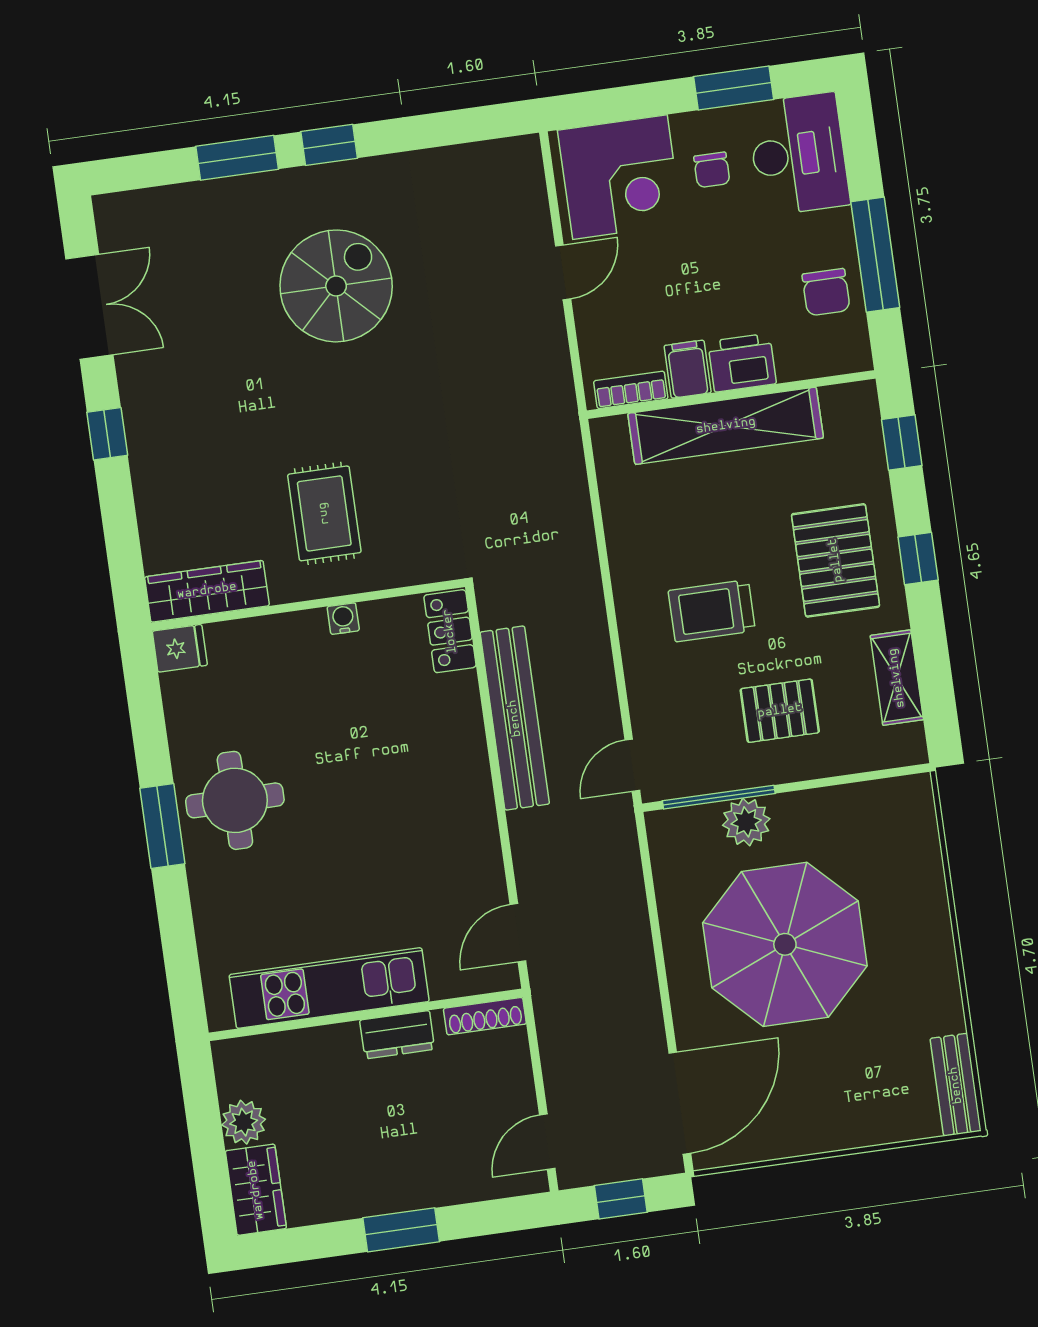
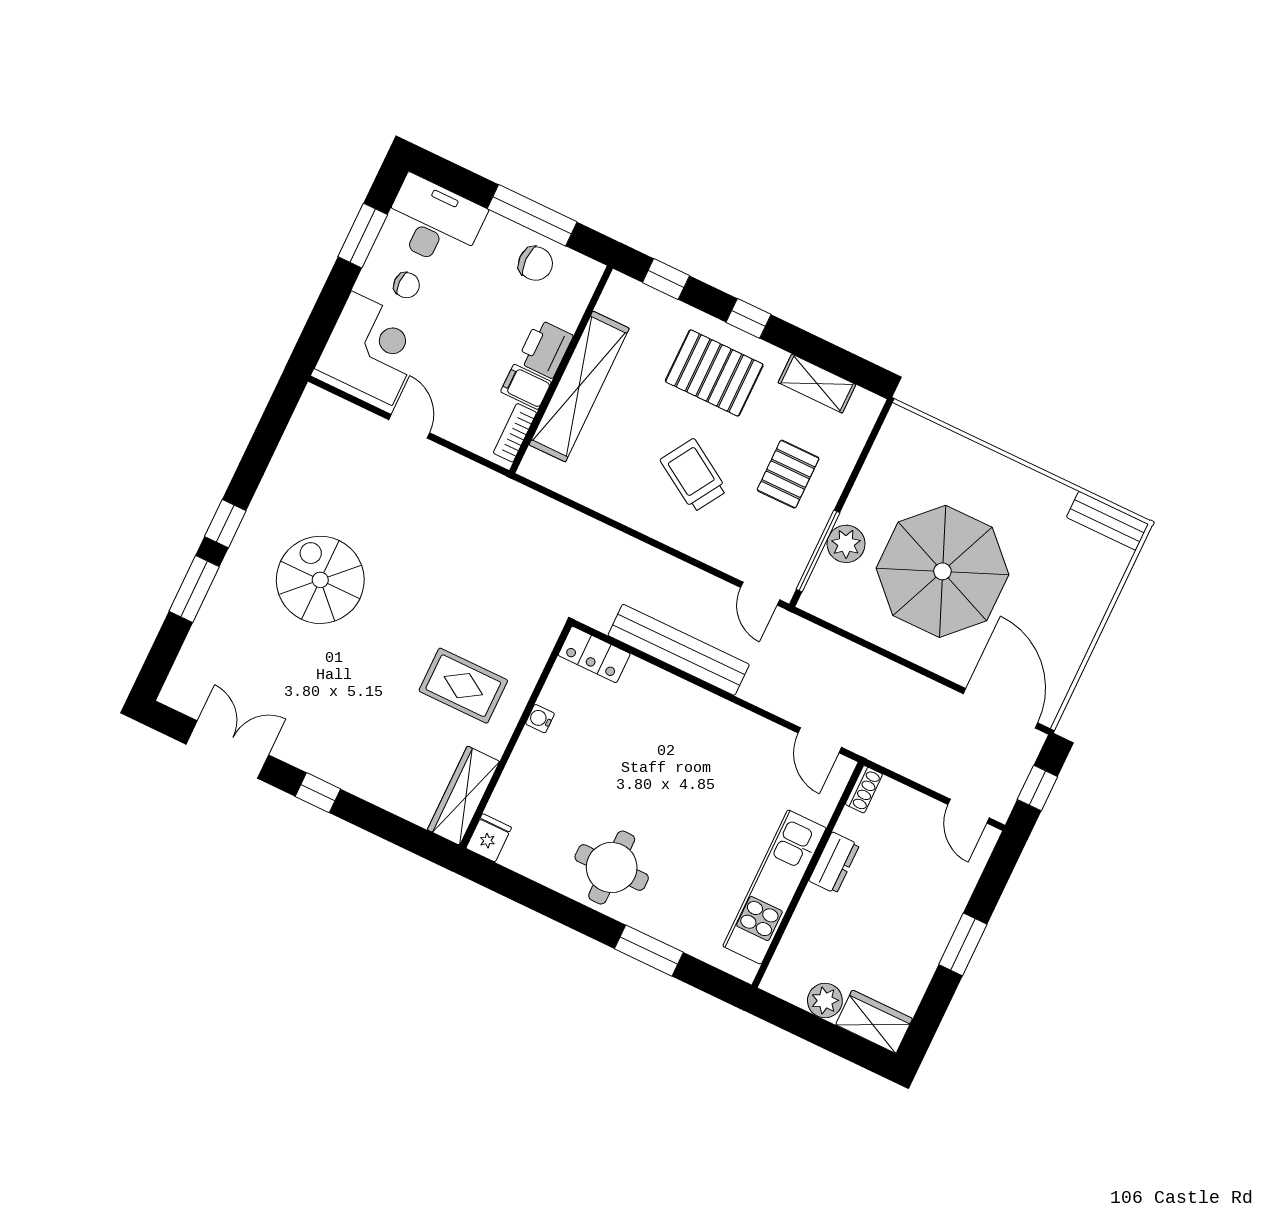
trolley: (712, 611) -> (694, 475), turned 122
window: (162, 826) -> (649, 951), moved
shoe rack: (485, 1016) -> (864, 789), width x0.70

